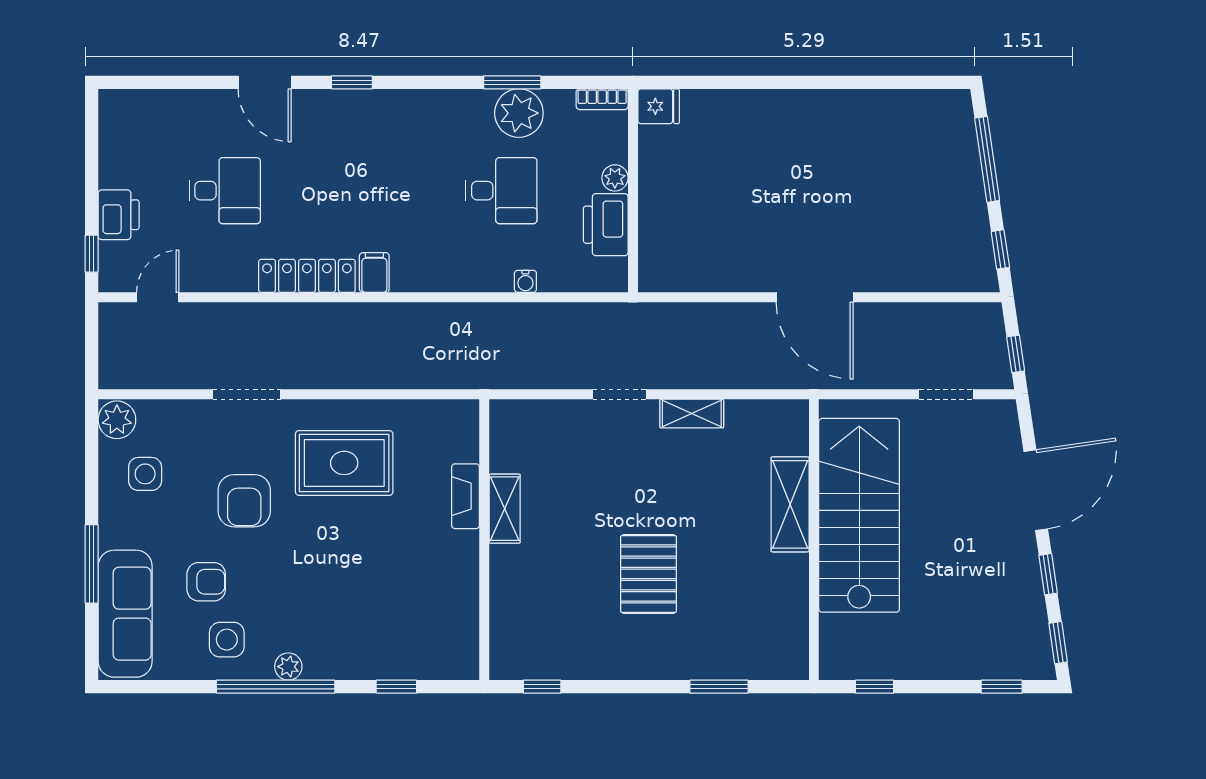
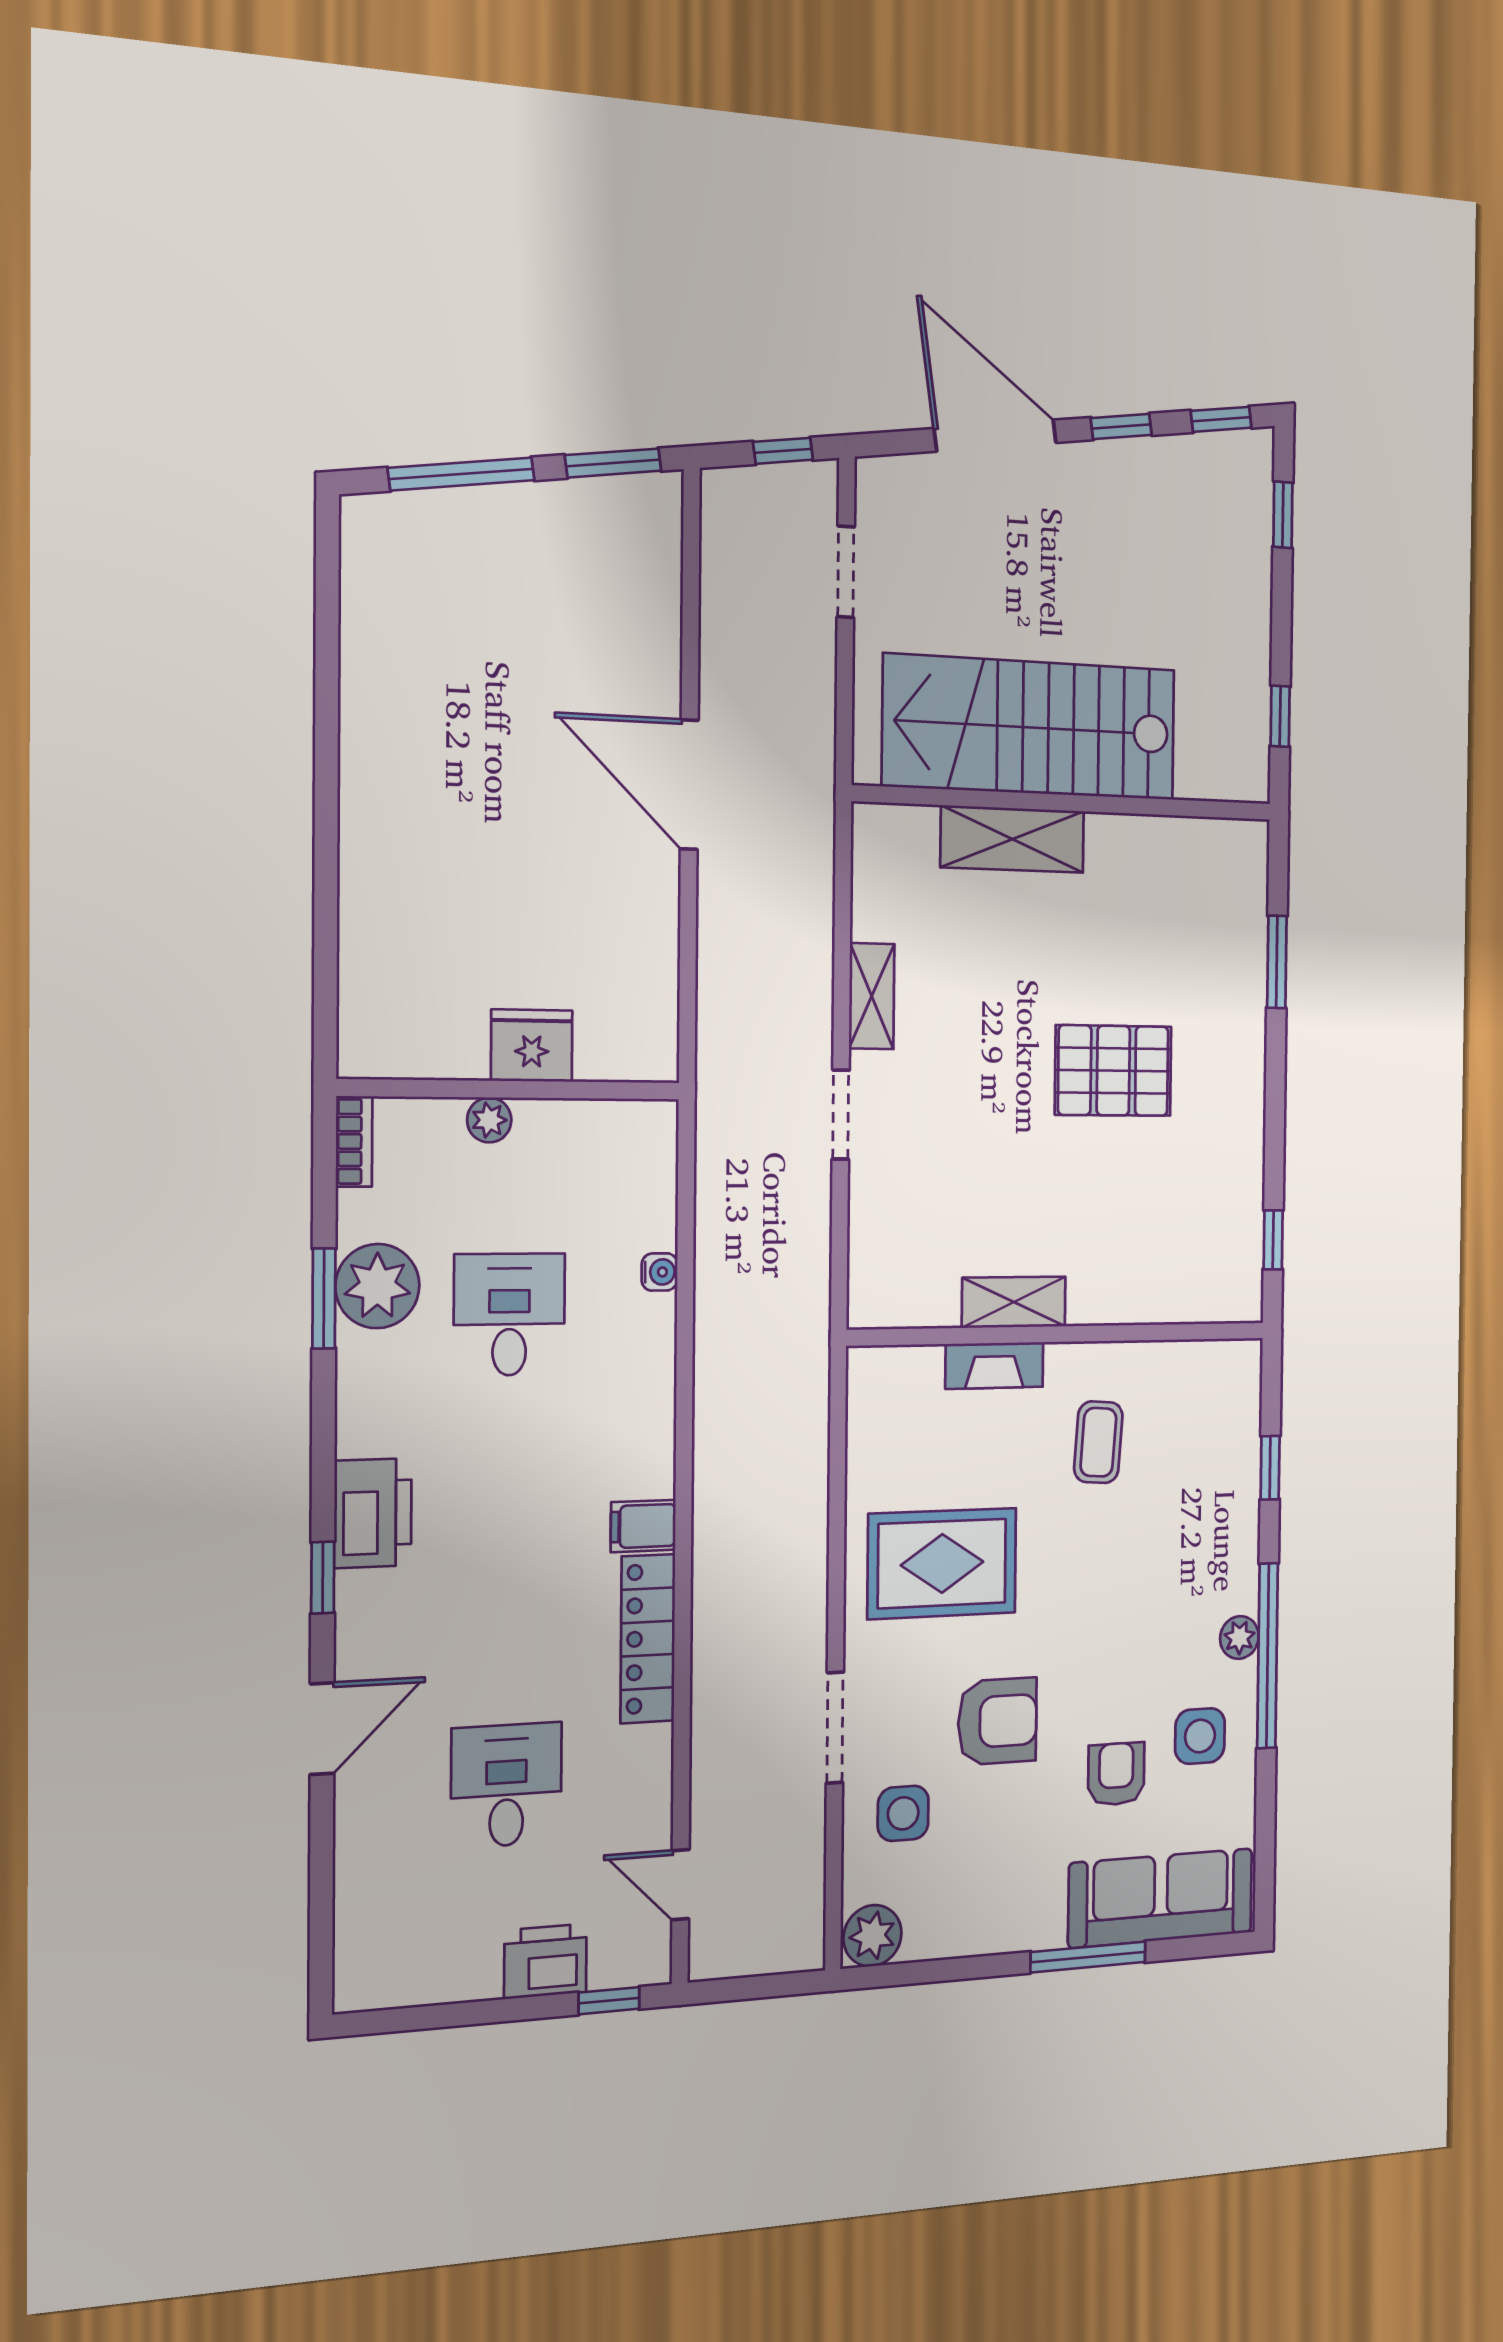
fridge: (659, 106) -> (532, 1046), moved, width x1.38
printer: (606, 225) -> (373, 1513), moved, turned -90
window: (1000, 249) -> (613, 463), width x1.50
door: (815, 297) -> (689, 785), swing flipped
rug: (344, 463) -> (942, 1563), turned 90
side table: (145, 474) -> (903, 1813), moved
coffee table: (416, 567) -> (1098, 1442), added

